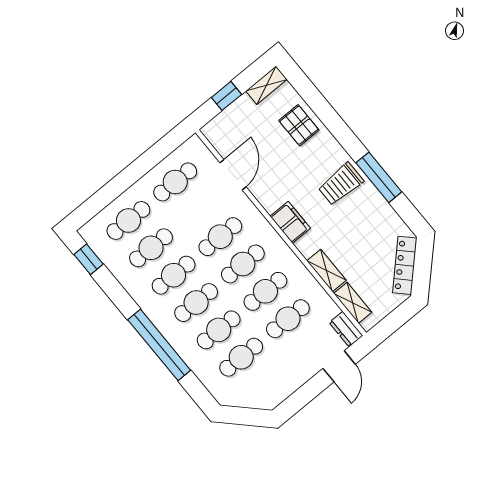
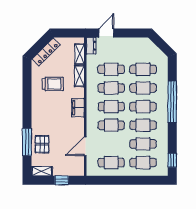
window: (379, 177) -> (27, 142), moved
trolley: (341, 184) -> (53, 84), moved

